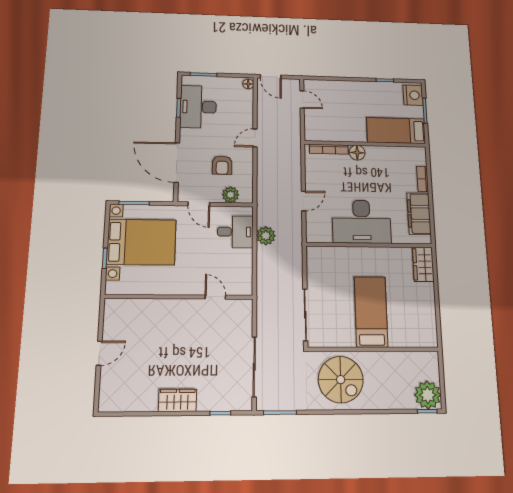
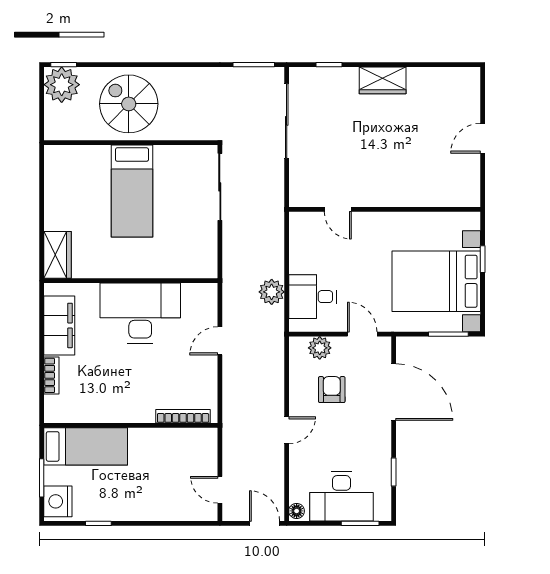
desk: (198, 107) -> (341, 496), moved, turned 90
floor lamp: (357, 153) -> (143, 412), removed
spiral stairs: (341, 380) -> (129, 104), moved

